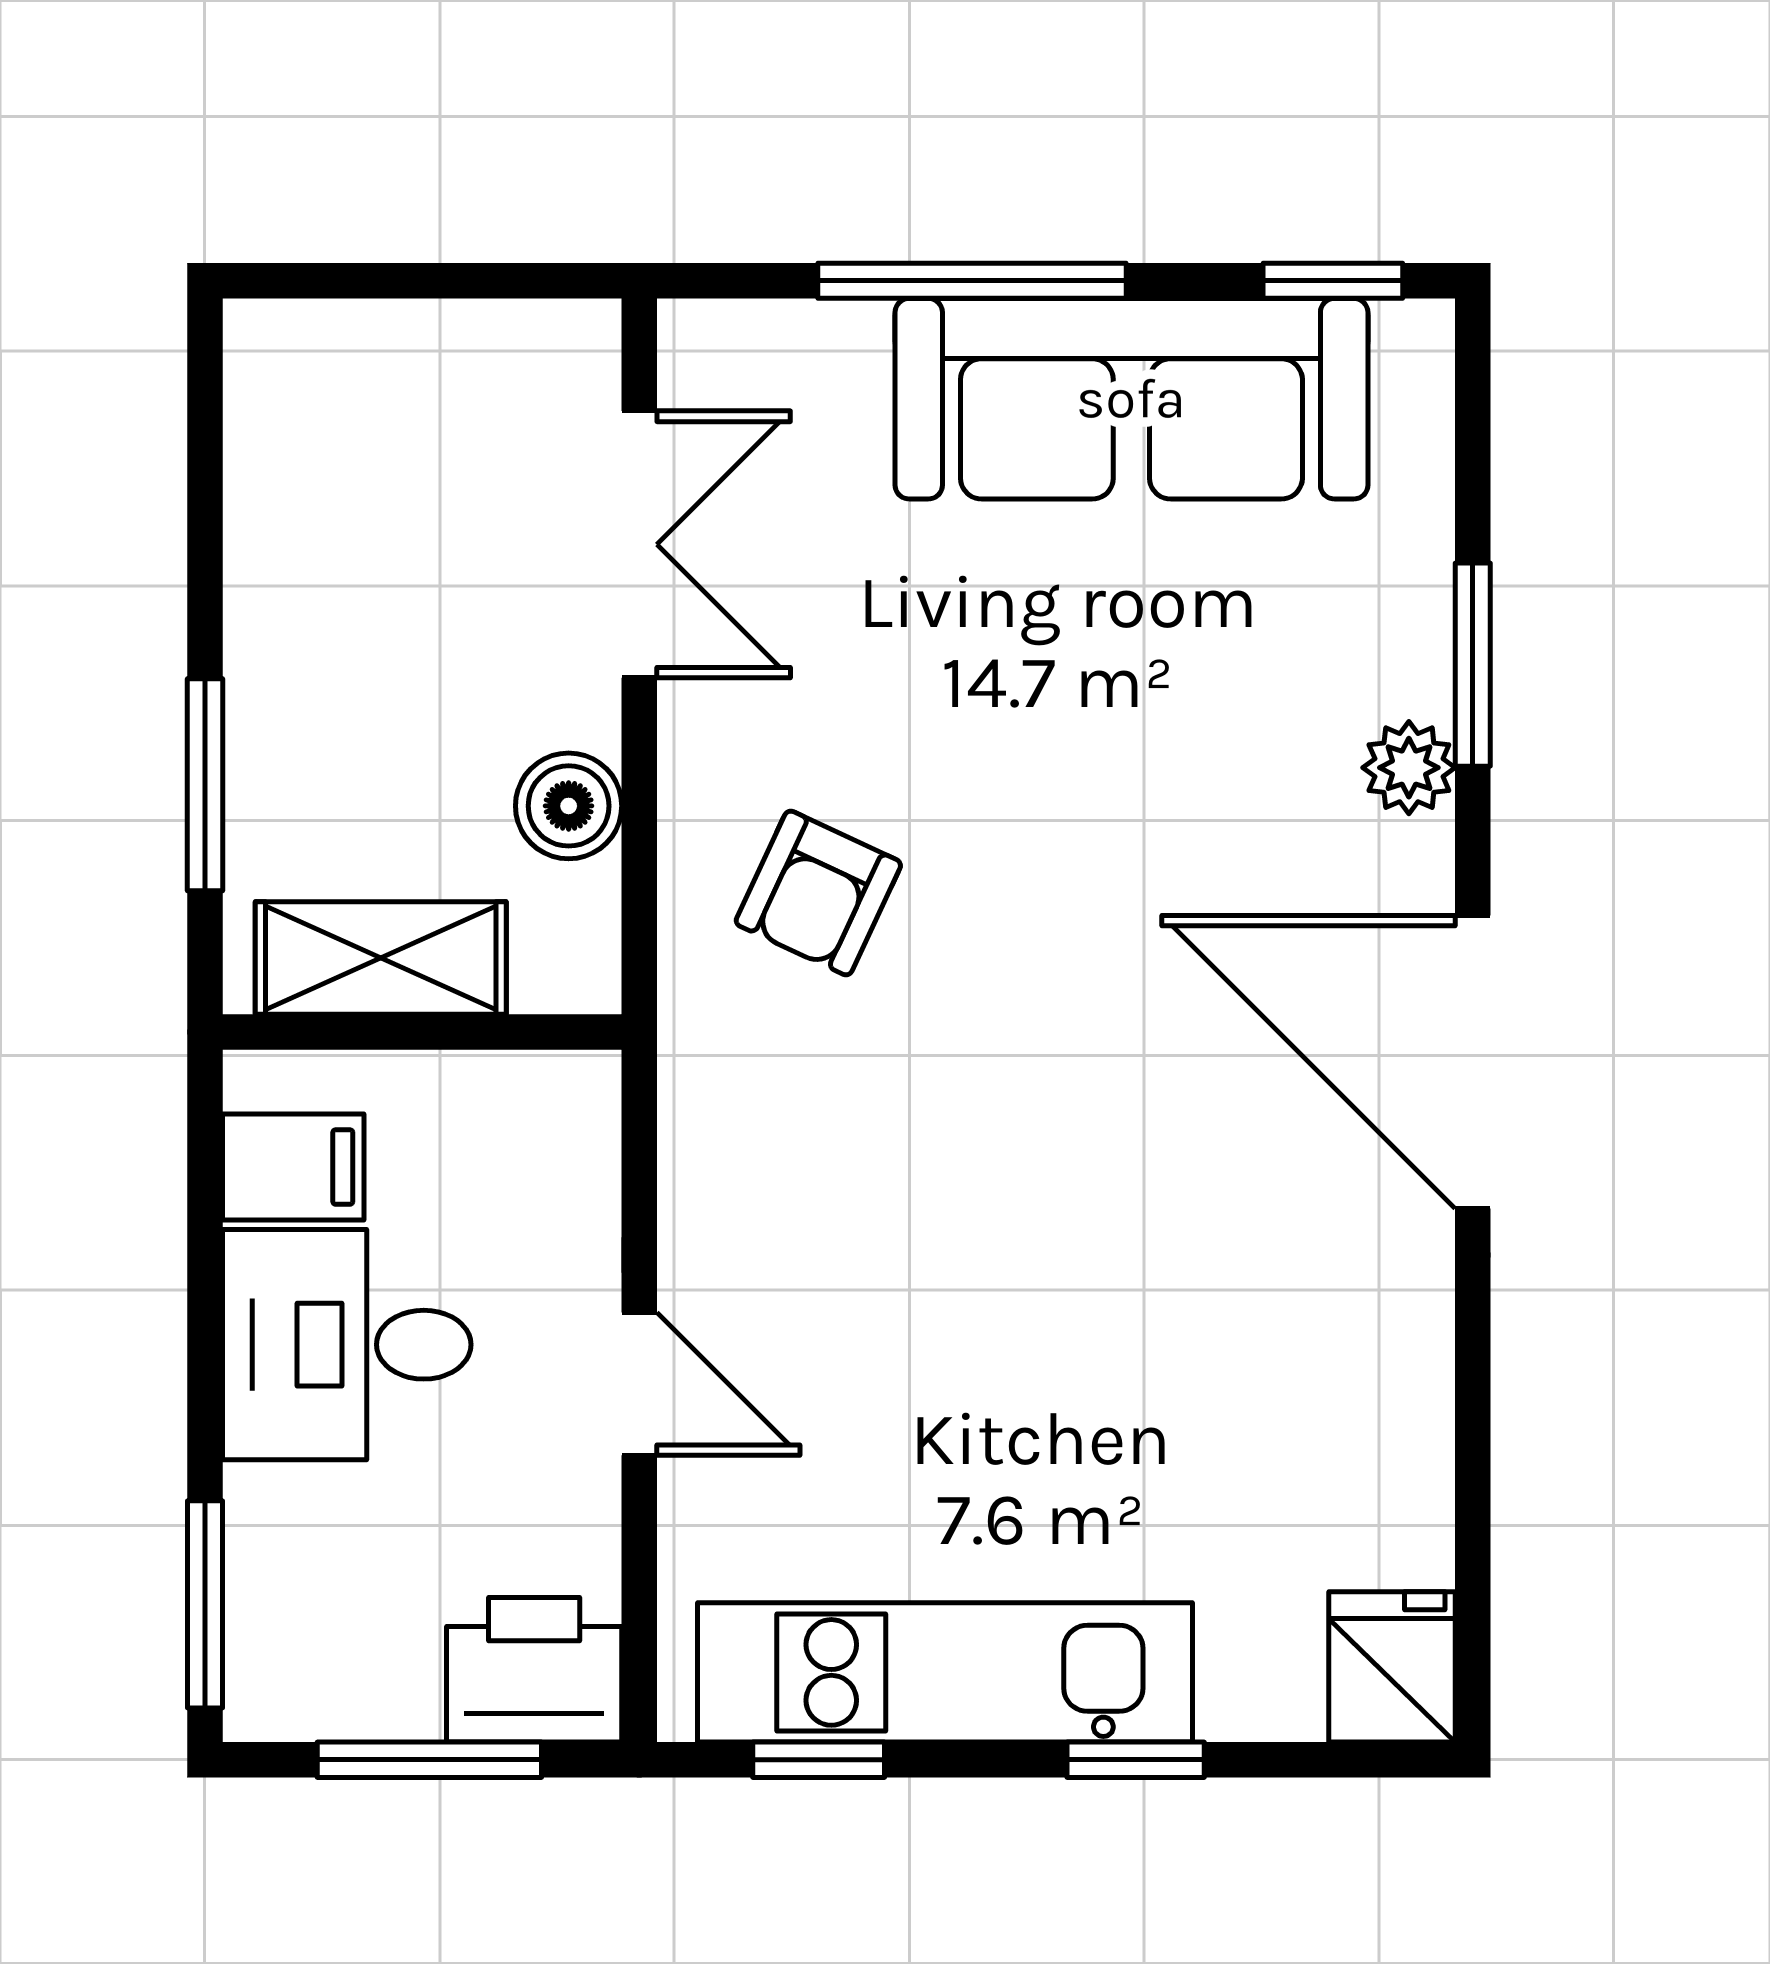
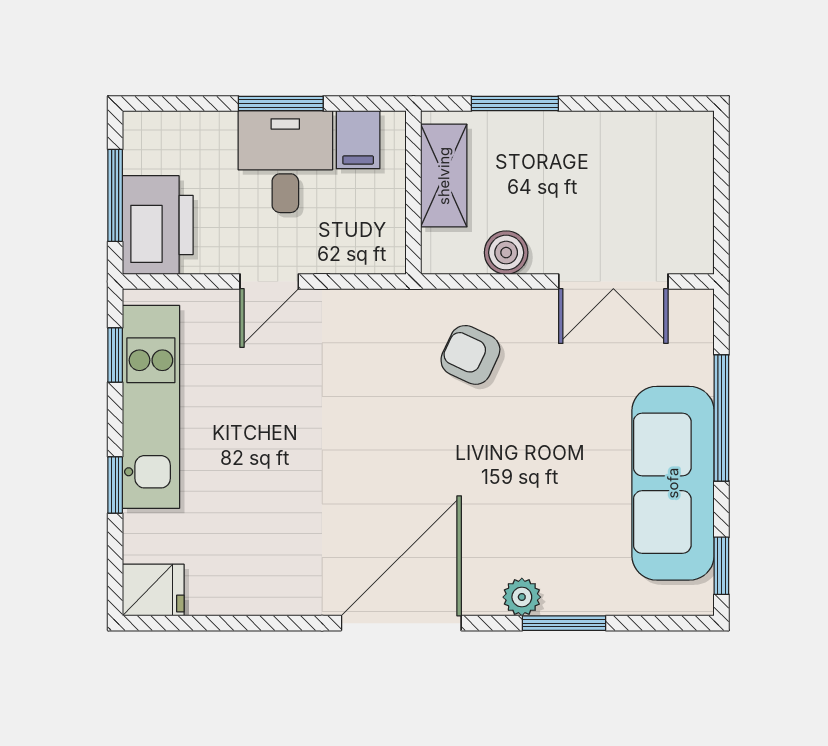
window: (205, 1604) -> (281, 103), moved
printer: (534, 1670) -> (158, 225), width x1.37, depth x1.19

